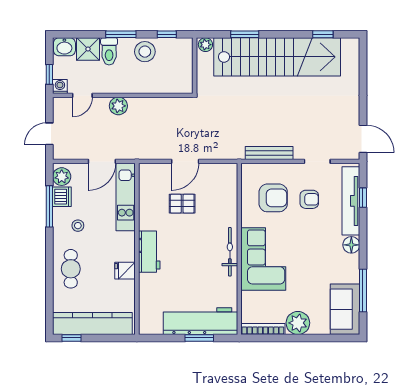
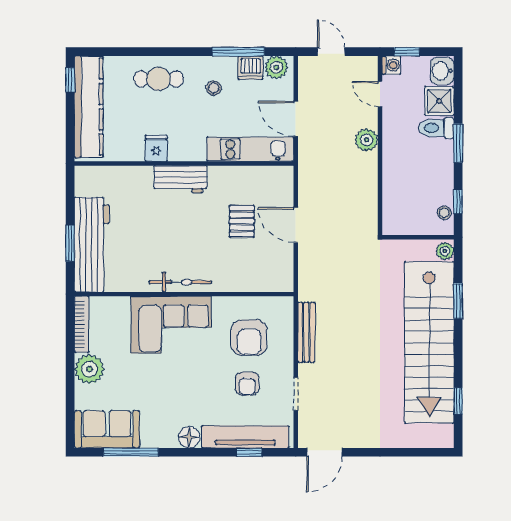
stool: (145, 52) -> (444, 213), moved, width x0.53, depth x0.53

